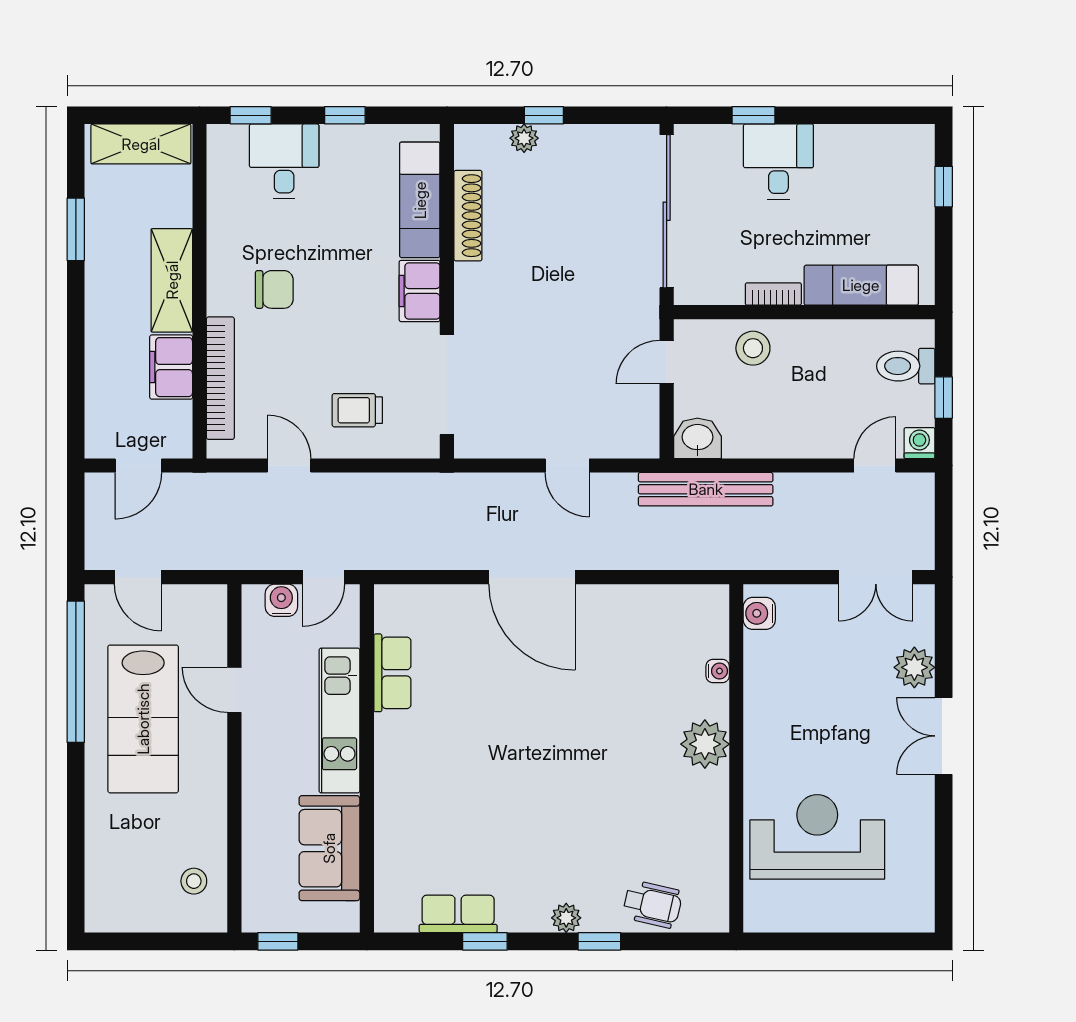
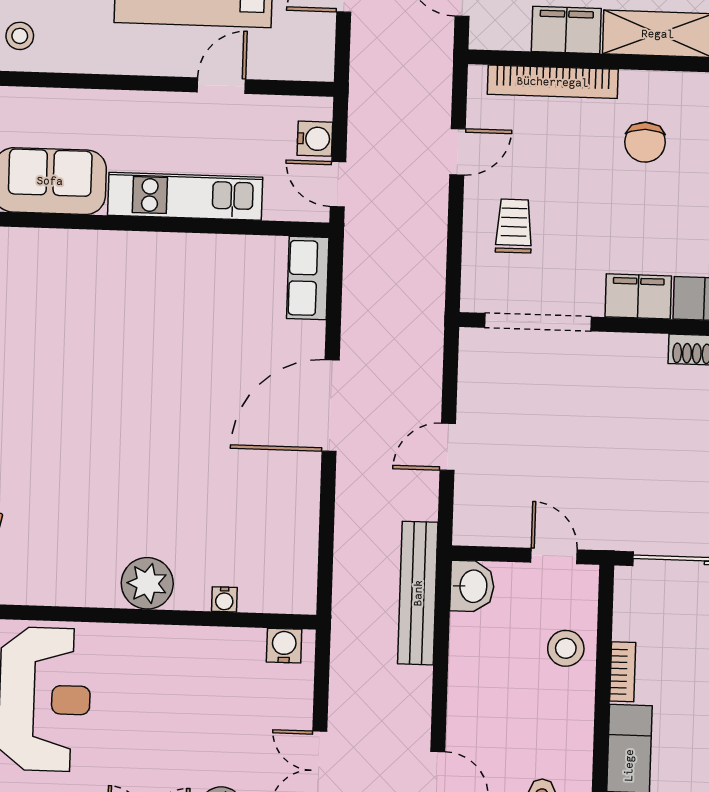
row of seats: (392, 673) -> (308, 278), moved, turned 90

